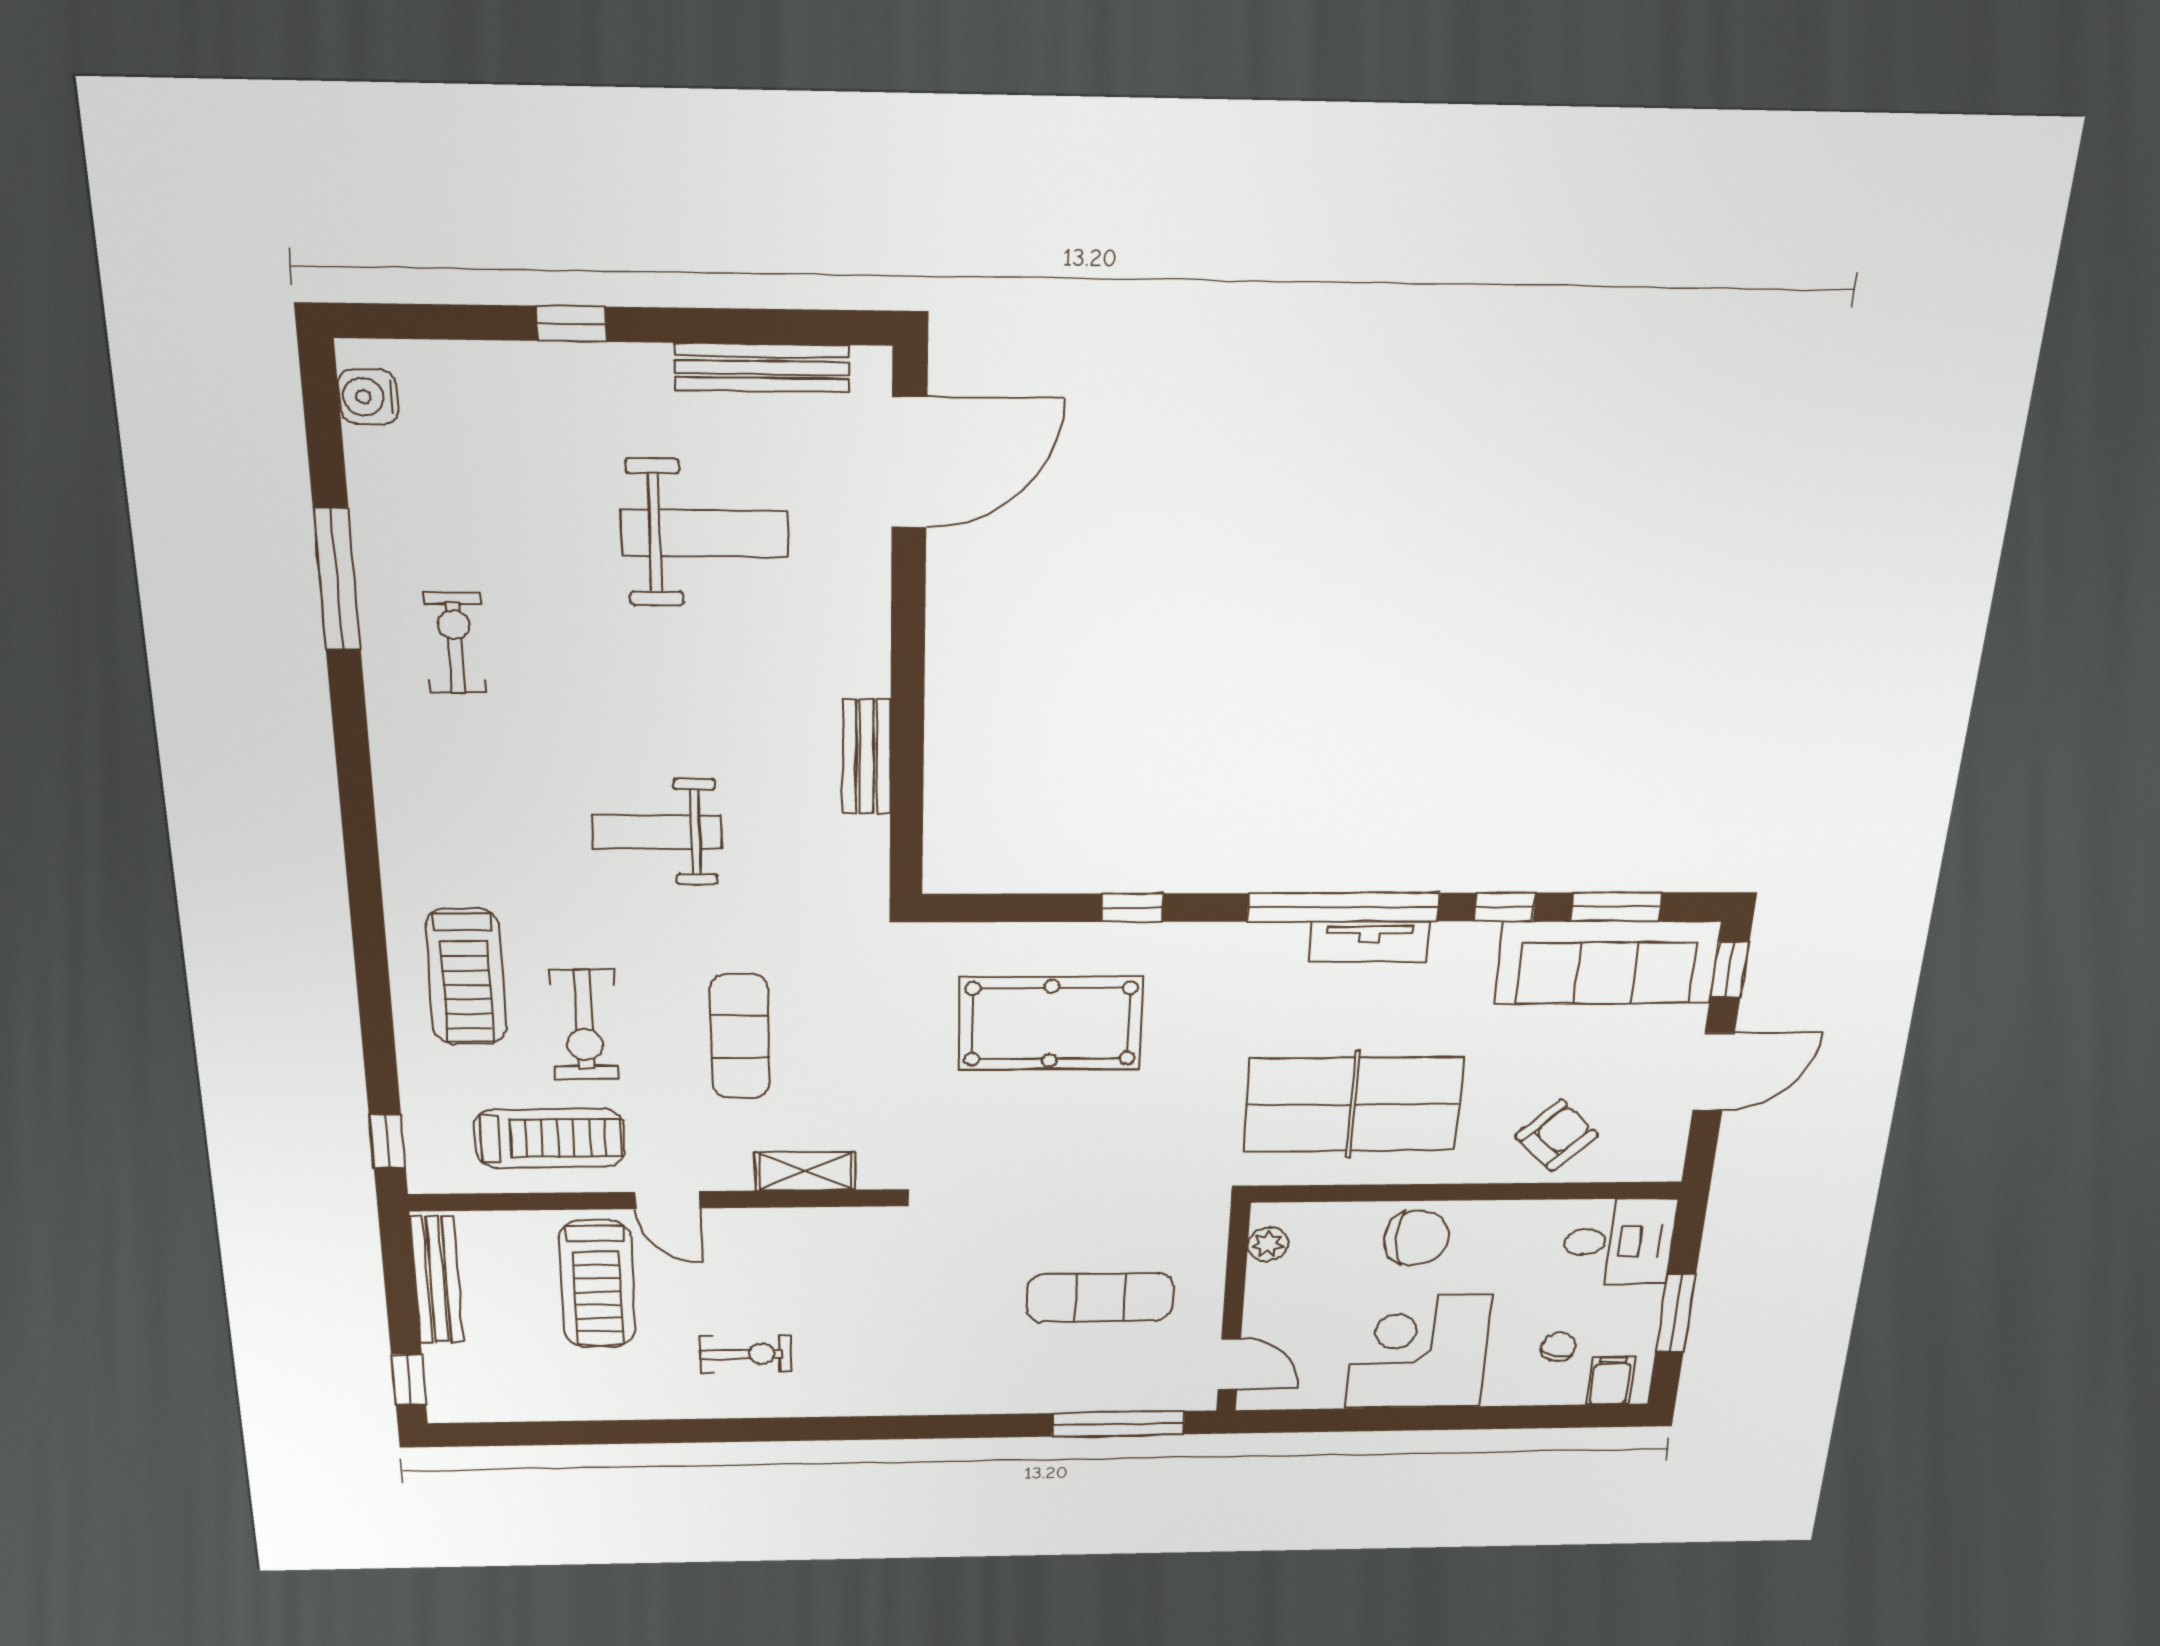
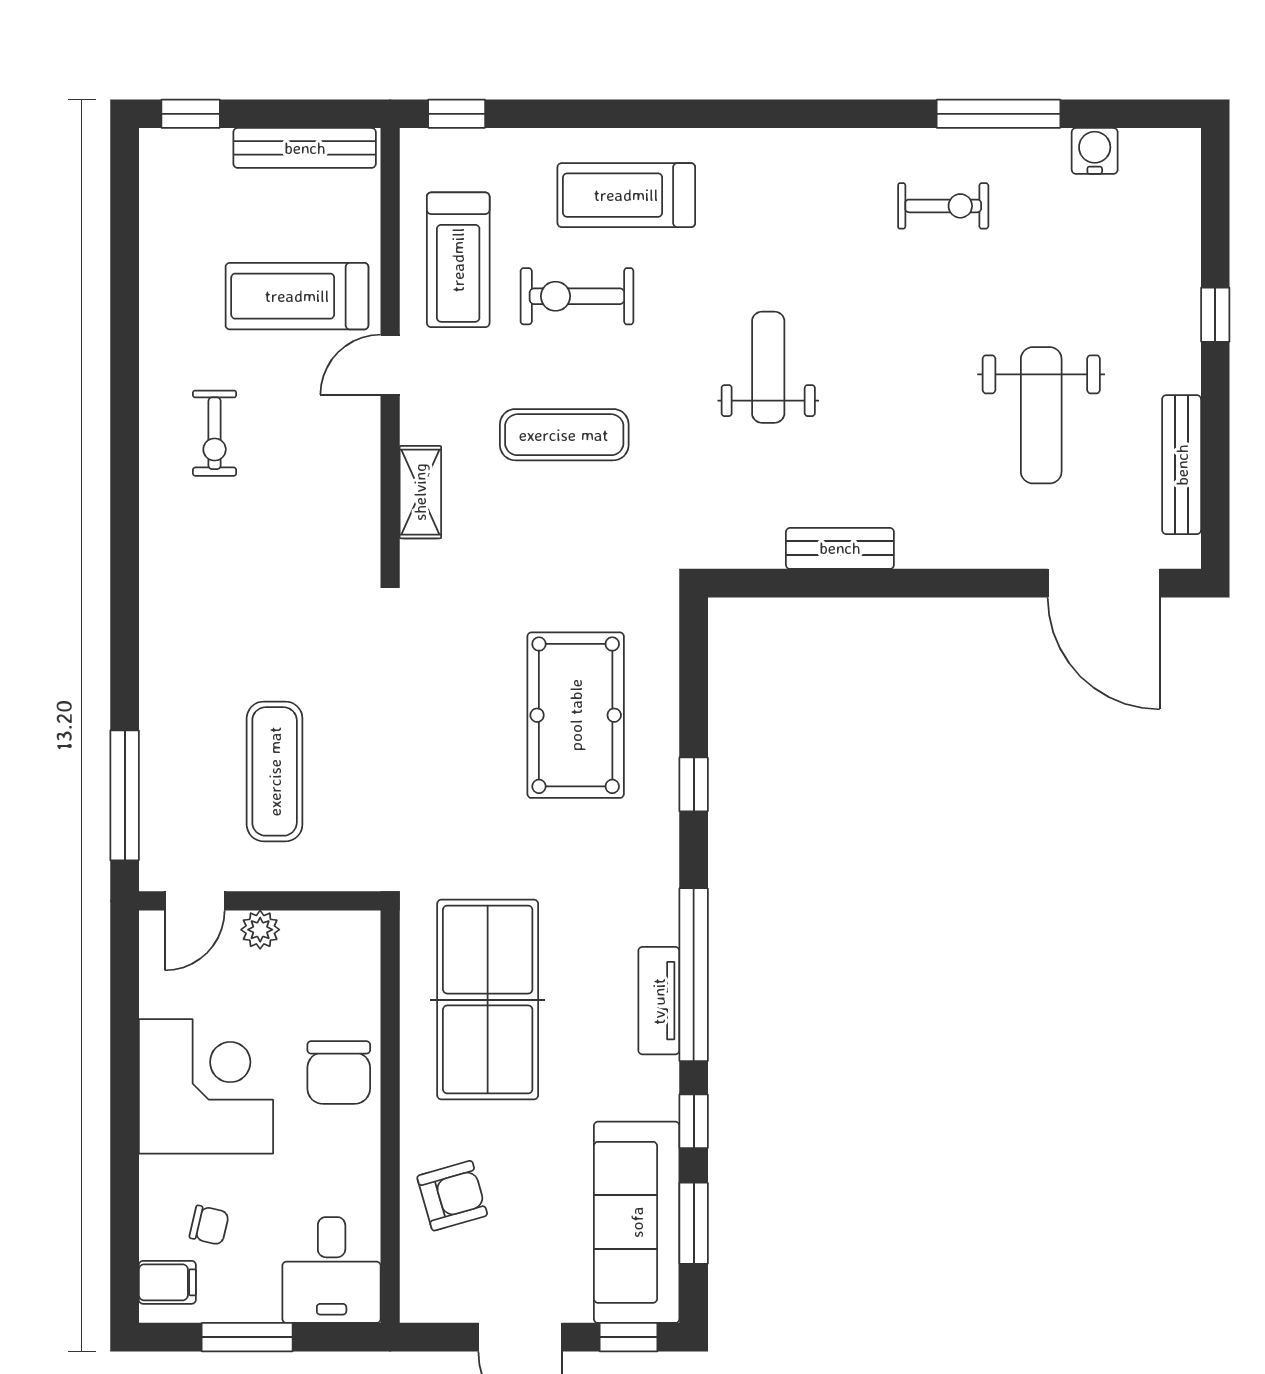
water cooler: (368, 397) -> (1095, 151), moved
armchair: (1556, 1135) -> (452, 1196), turned -61
plant: (1268, 1244) -> (260, 930), moved

